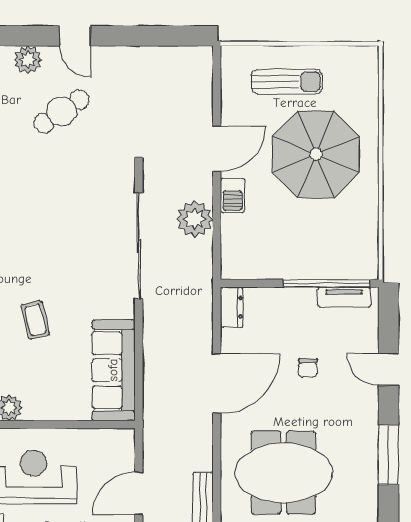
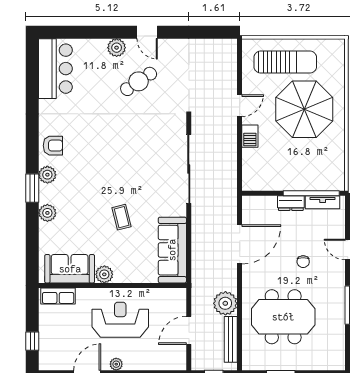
sun lounger: (287, 82) -> (285, 62), width x1.36, depth x1.34
door: (217, 149) -> (240, 106), width x0.73
plant: (195, 219) -> (225, 303), moved
dresser: (232, 307) -> (291, 203), moved, turned 90
chair: (308, 368) -> (303, 262), moved
door: (217, 383) -> (240, 244), moved

